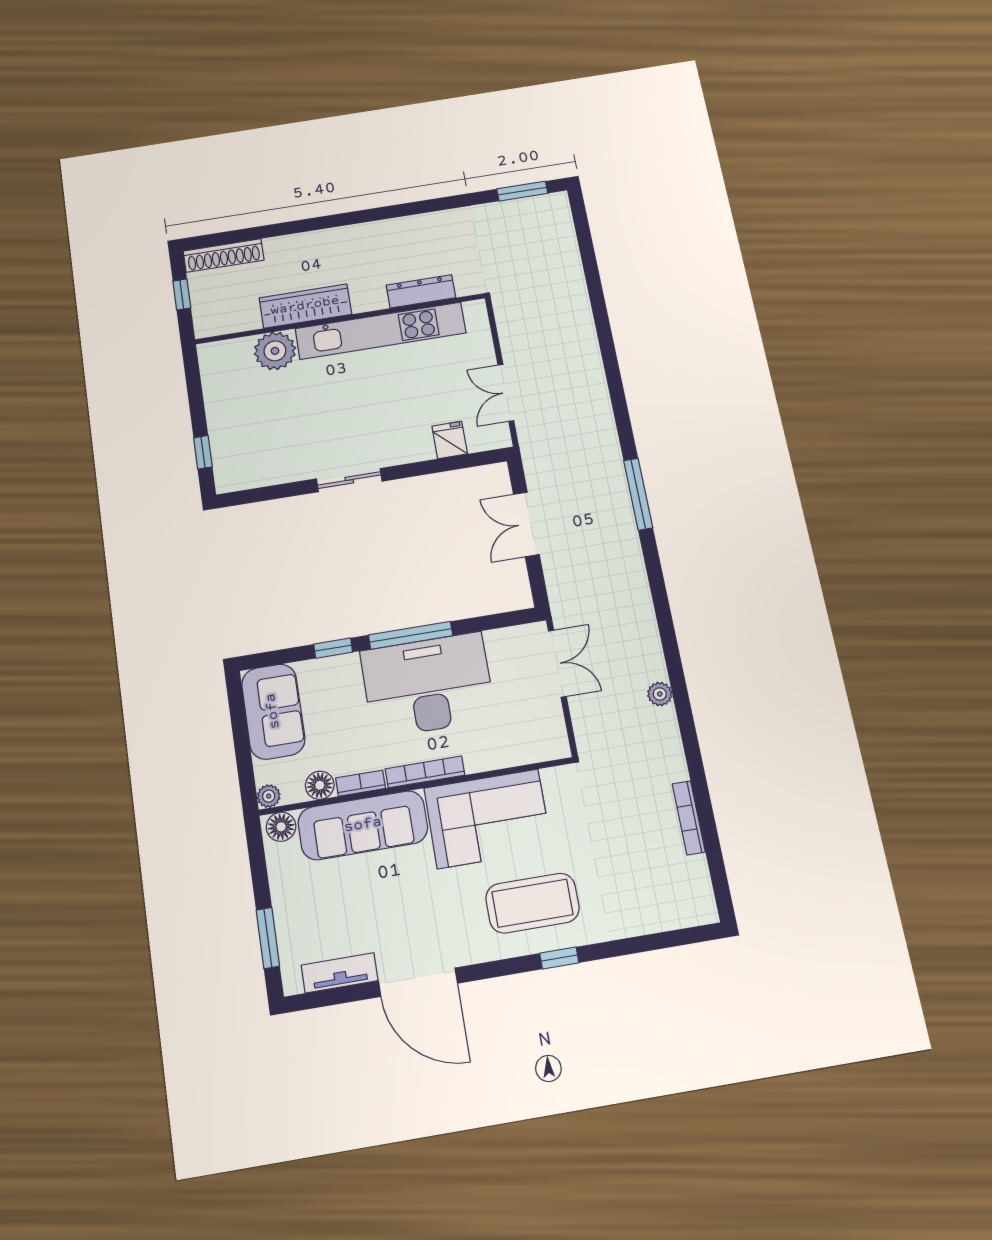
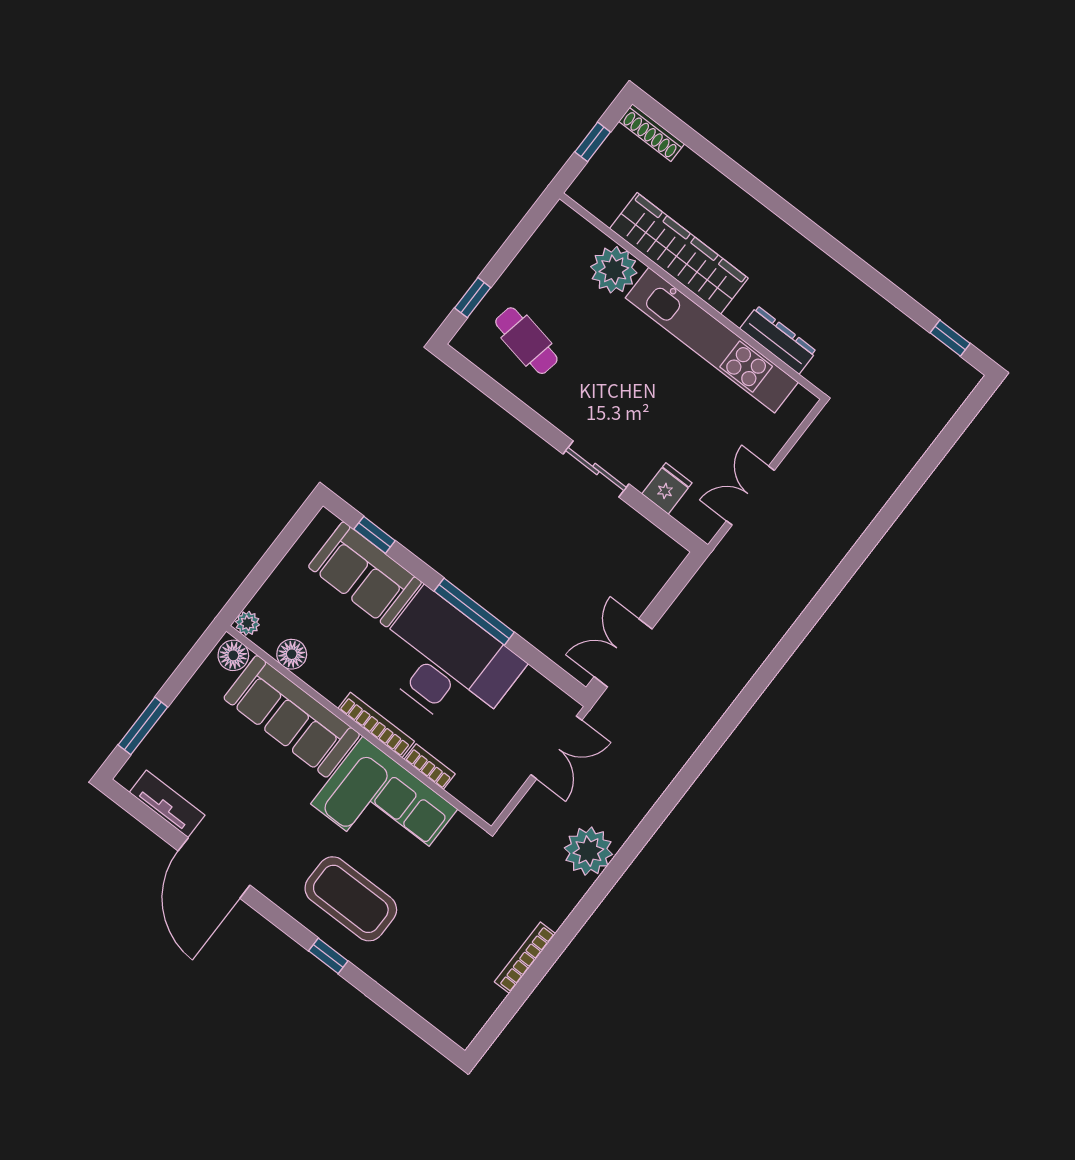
window: (522, 191) -> (950, 338), width x0.67
shoe rack: (224, 256) -> (652, 133), width x0.74, depth x0.81
wardrobe: (305, 306) -> (679, 253), width x1.40, depth x1.17
cafe table: (265, 443) -> (526, 341), added
sliding door: (349, 480) -> (596, 469), moved
window: (638, 494) -> (759, 683), removed
double door: (526, 524) -> (623, 653), moved
window: (333, 648) -> (375, 535), moved
plant: (660, 694) -> (588, 851), width x1.87, depth x1.87
sofa: (273, 711) -> (365, 574), moved, turned 90
bookcase: (361, 783) -> (430, 767), moved

